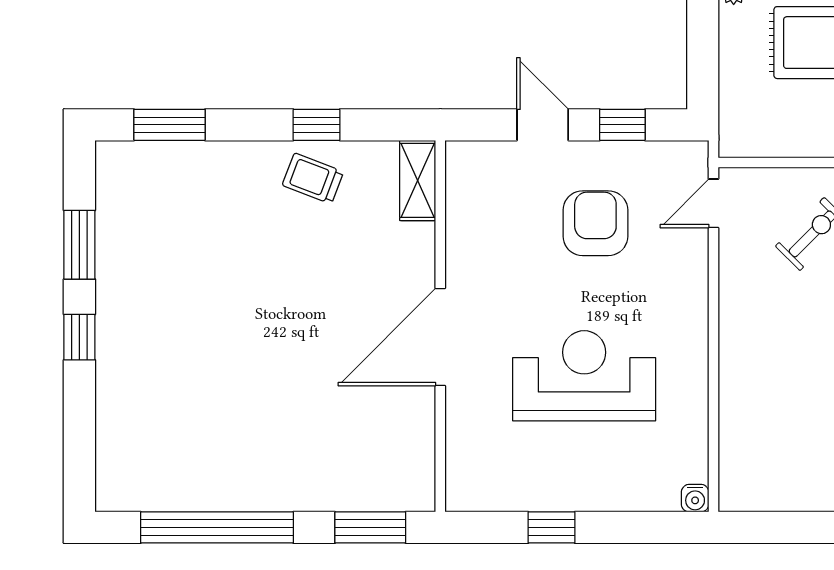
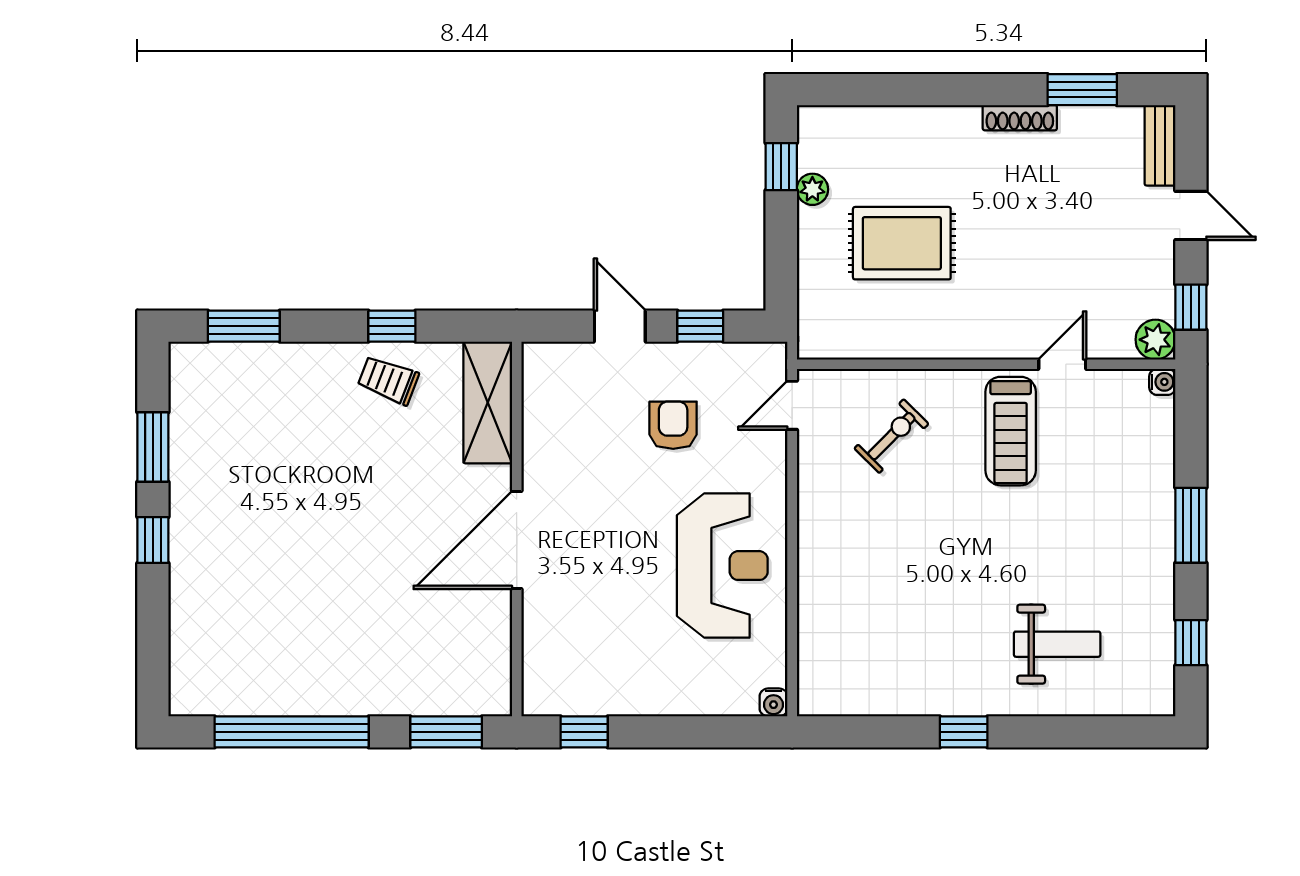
shelving: (418, 180) -> (488, 402), width x1.50, depth x1.33
armchair: (595, 223) -> (673, 425), width x0.72, depth x0.72
reception desk: (584, 376) -> (722, 566), moved, turned 90
window: (551, 527) -> (584, 732), moved

